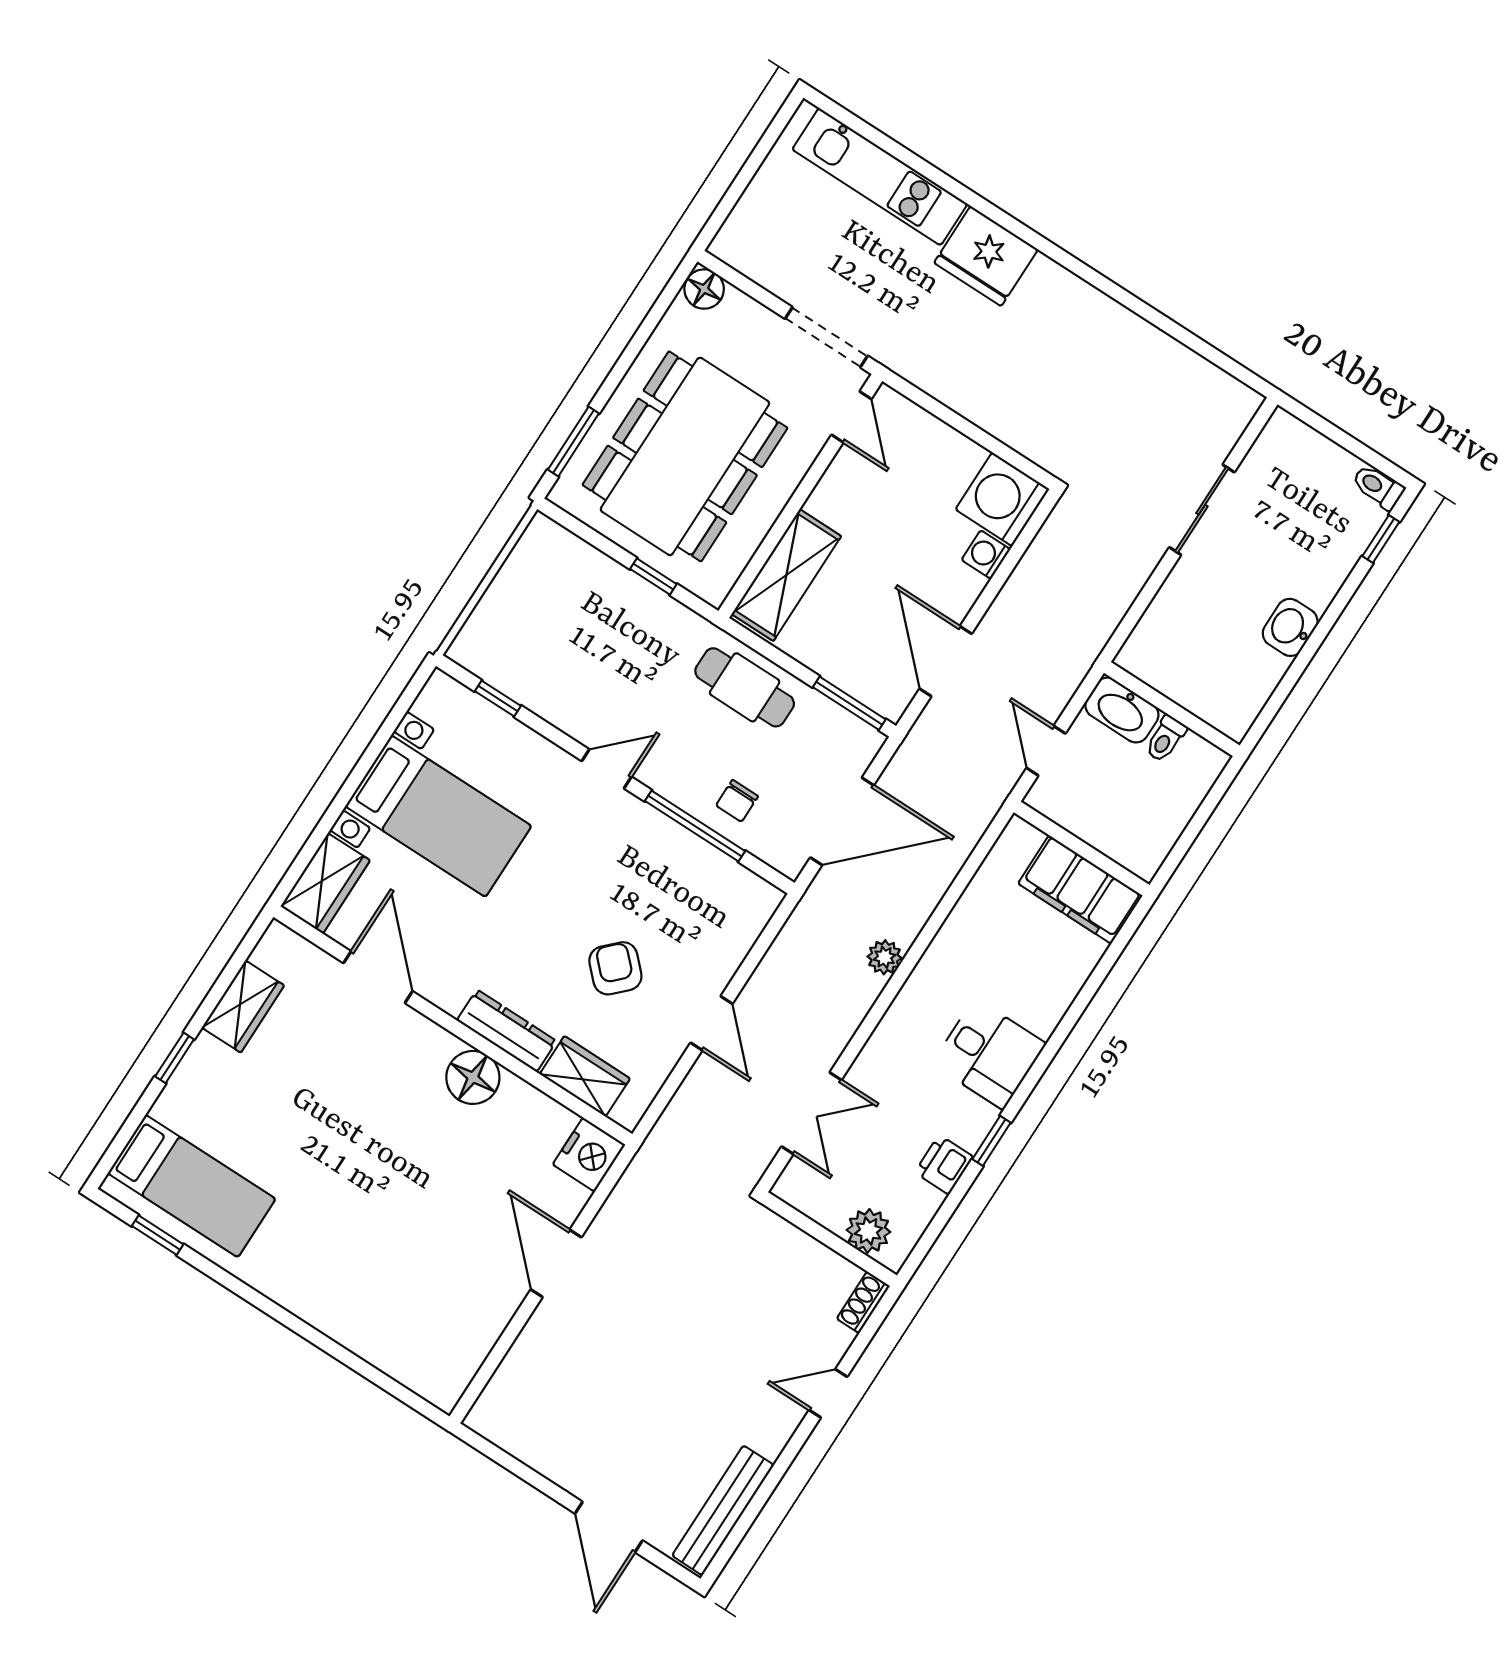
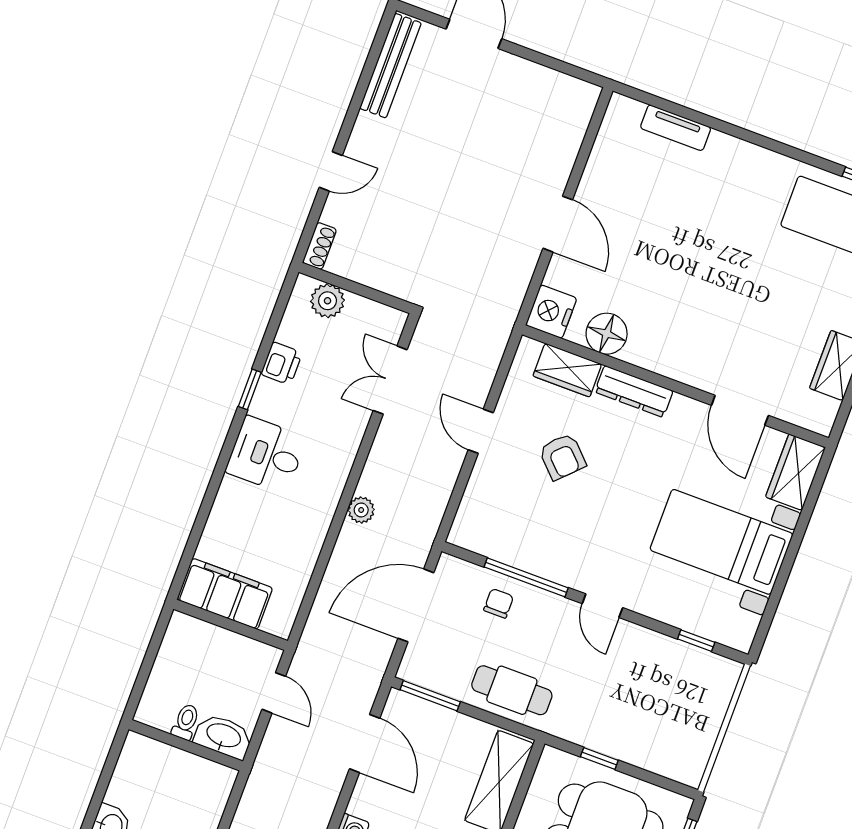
door: (607, 769) -> (602, 606), hinge flipped
floor lamp: (473, 1077) -> (607, 334), moved
tv unit: (380, 1352) -> (676, 128), added

